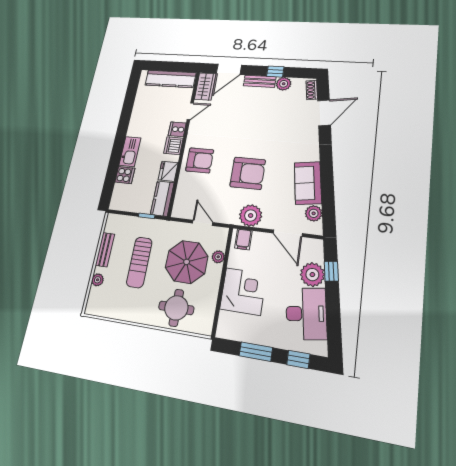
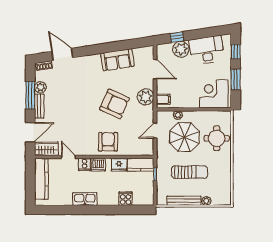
door: (229, 69) -> (30, 132), hinge flipped
window: (275, 72) -> (30, 95), width x2.17
kitchen sink: (130, 152) -> (85, 199), moved
armchair: (248, 173) -> (114, 104), turned 114
plant: (314, 213) -> (139, 53), removed
door: (288, 233) -> (155, 69), hinge flipped
bench: (105, 250) -> (184, 201), width x1.36
corner desk: (243, 291) -> (214, 94), moved

